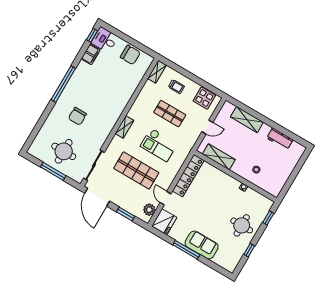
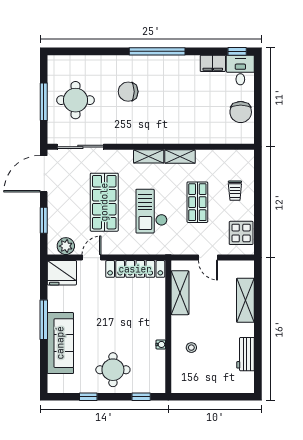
shelving: (157, 72) -> (180, 157), moved
sofa: (202, 245) -> (60, 343), width x1.36

